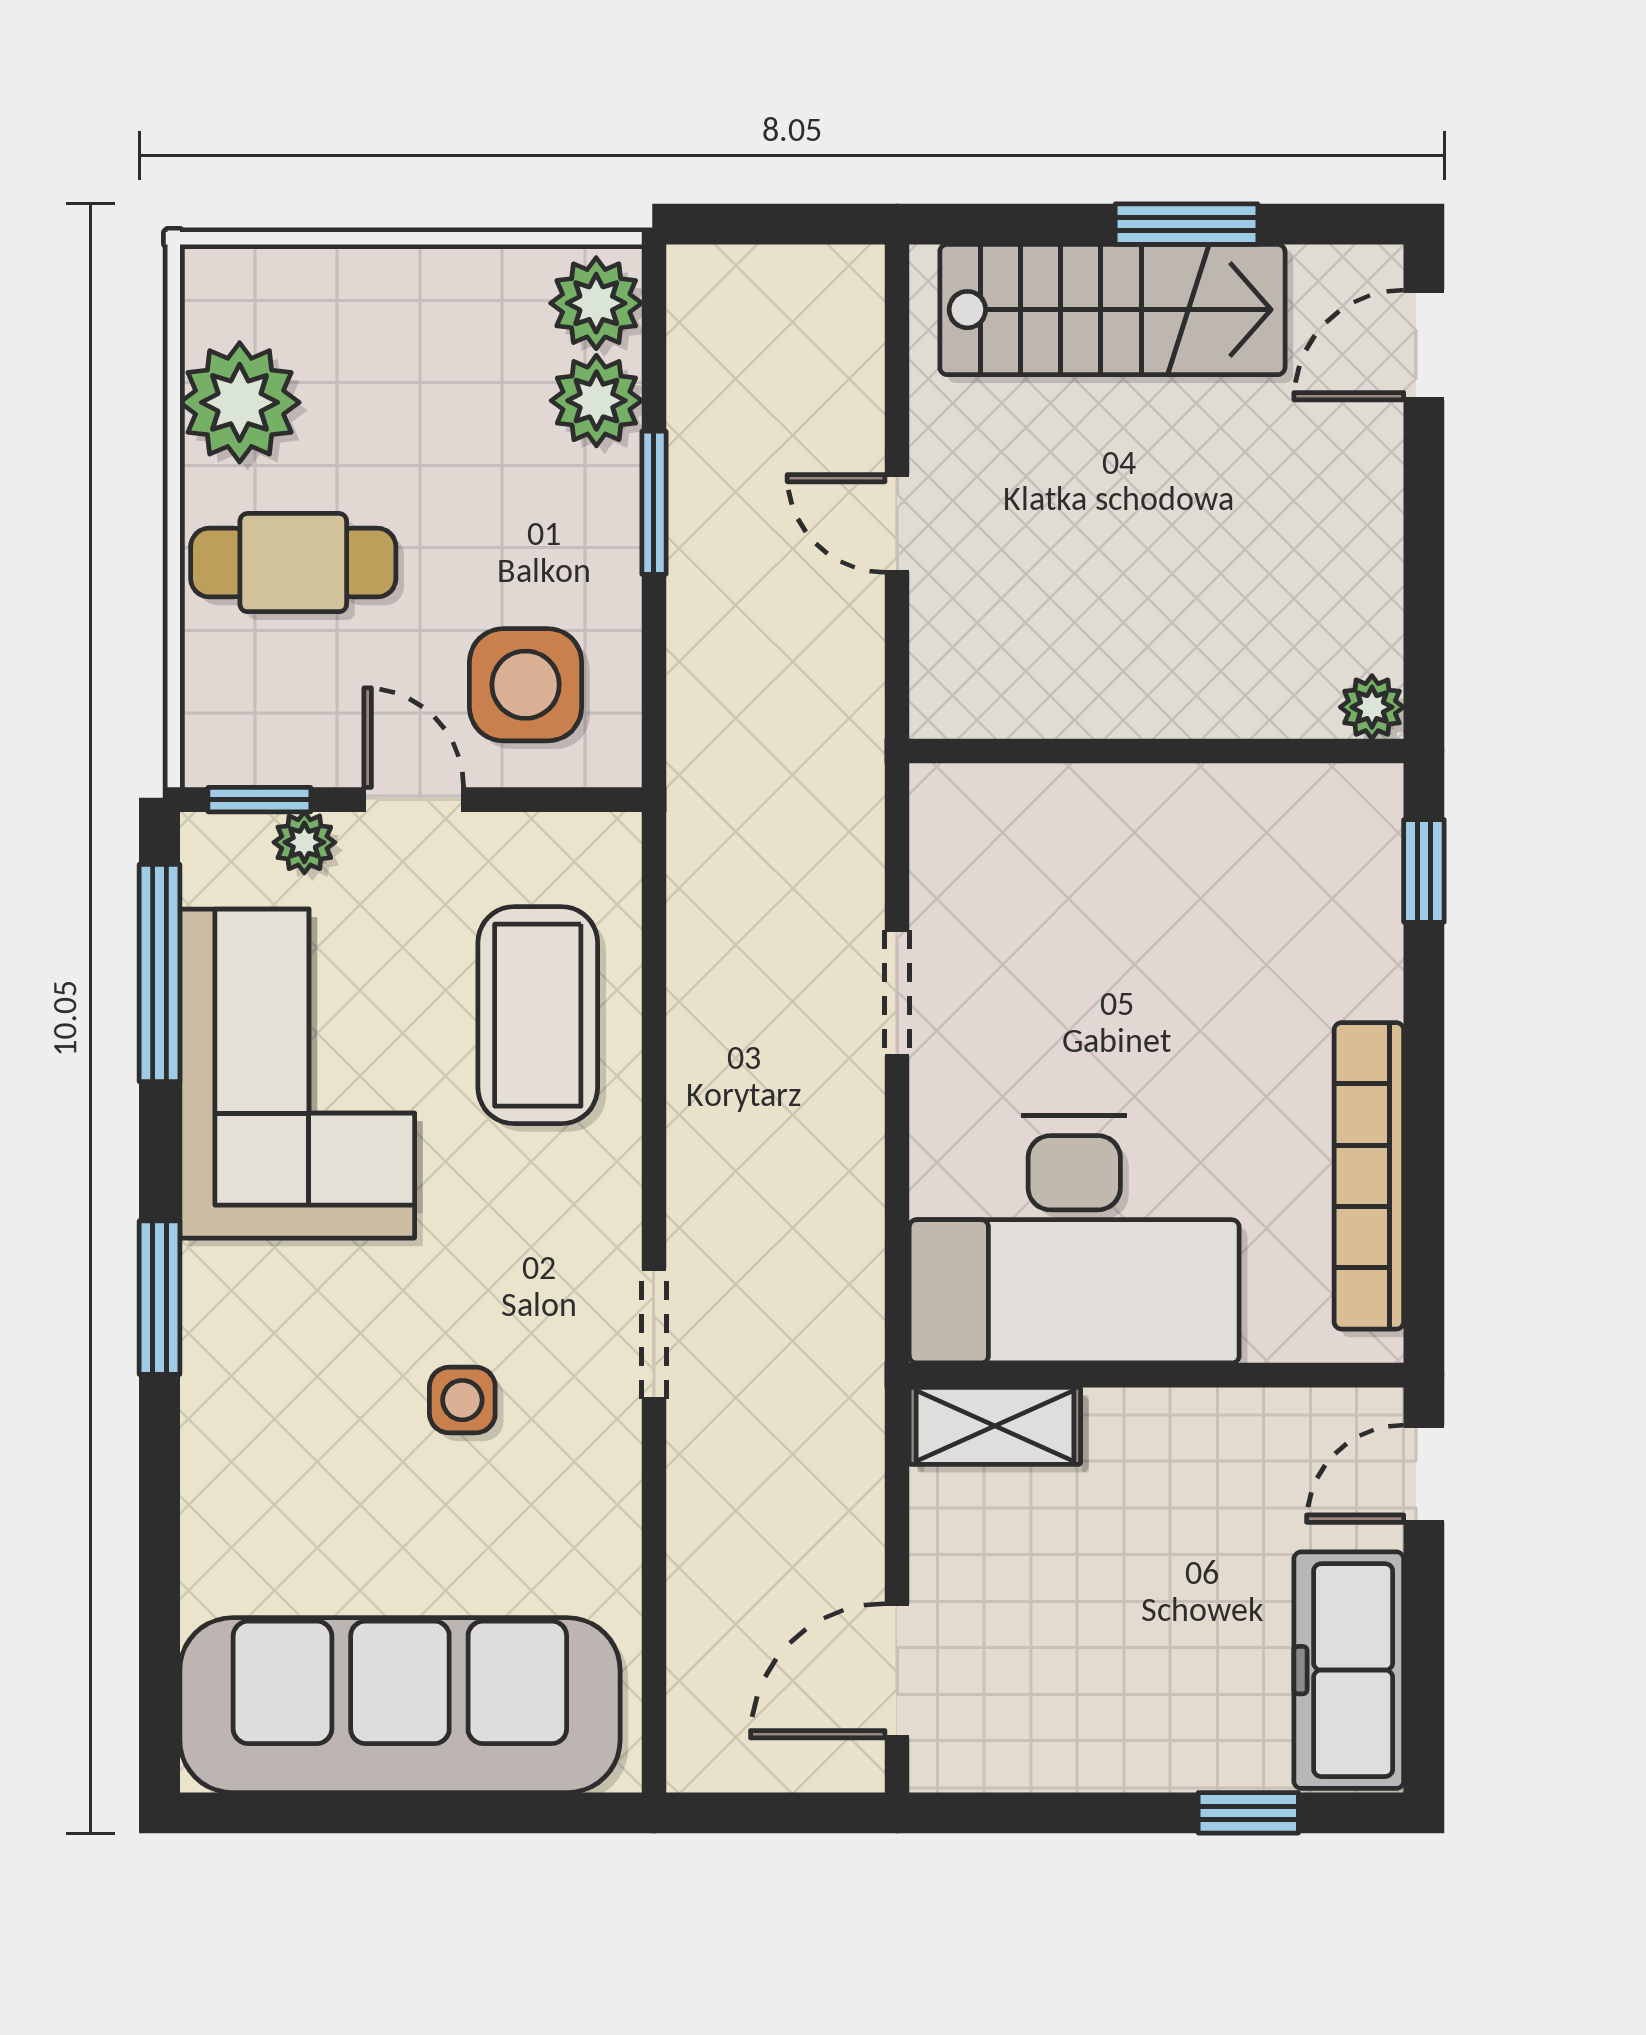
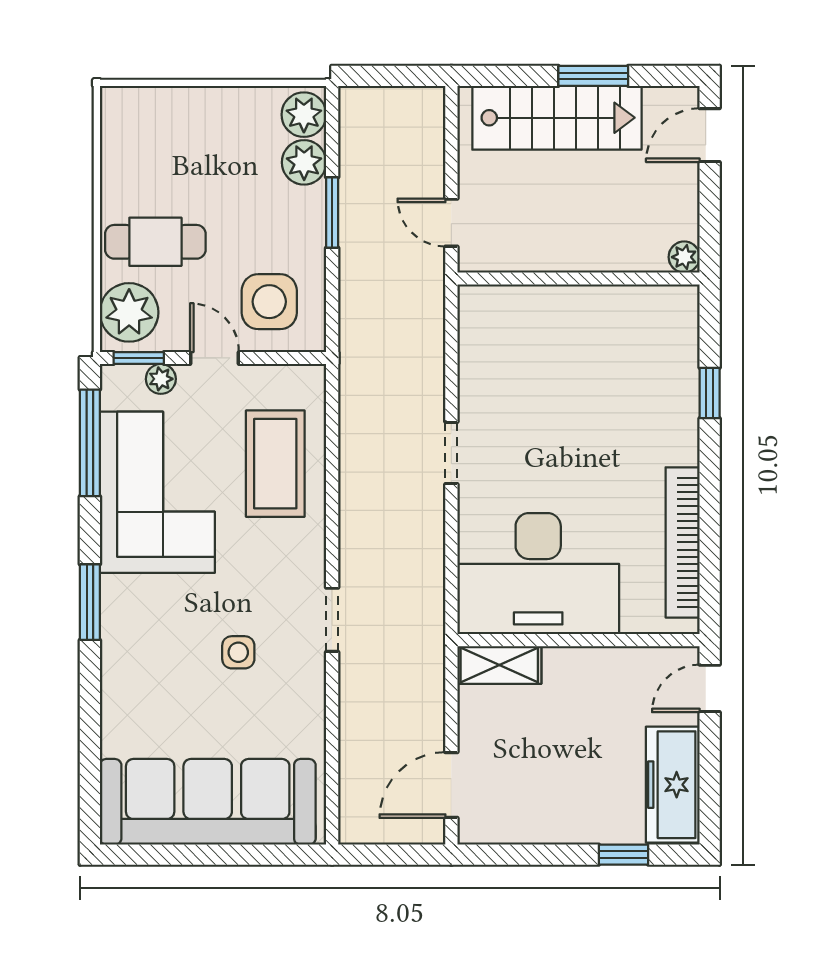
plant: (240, 402) -> (129, 312), moved
plant: (1372, 707) -> (684, 257), moved
wall: (1156, 751) -> (579, 279), moved

